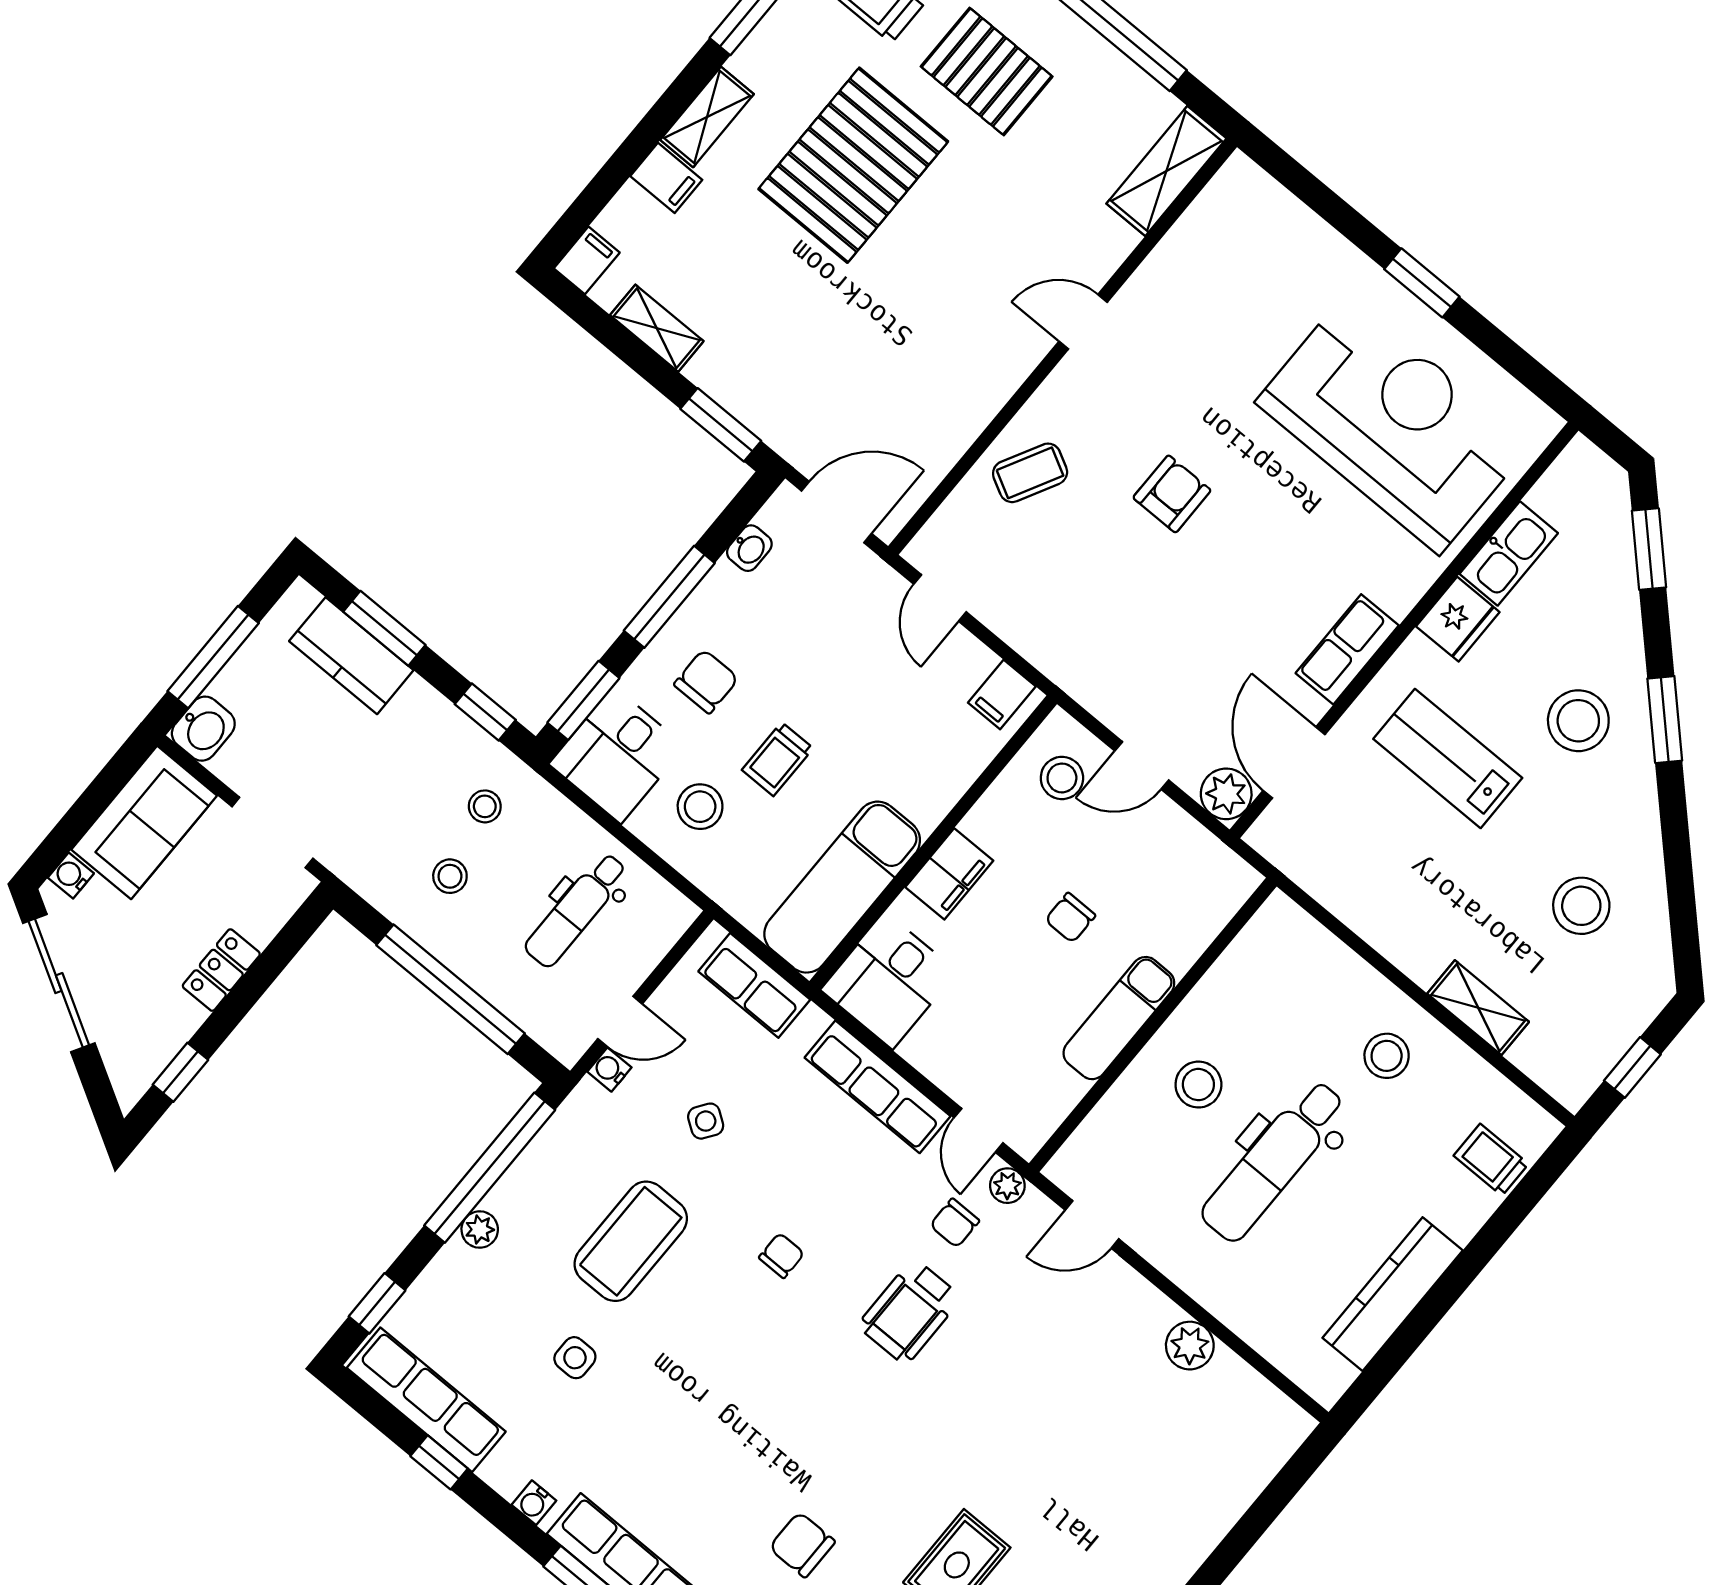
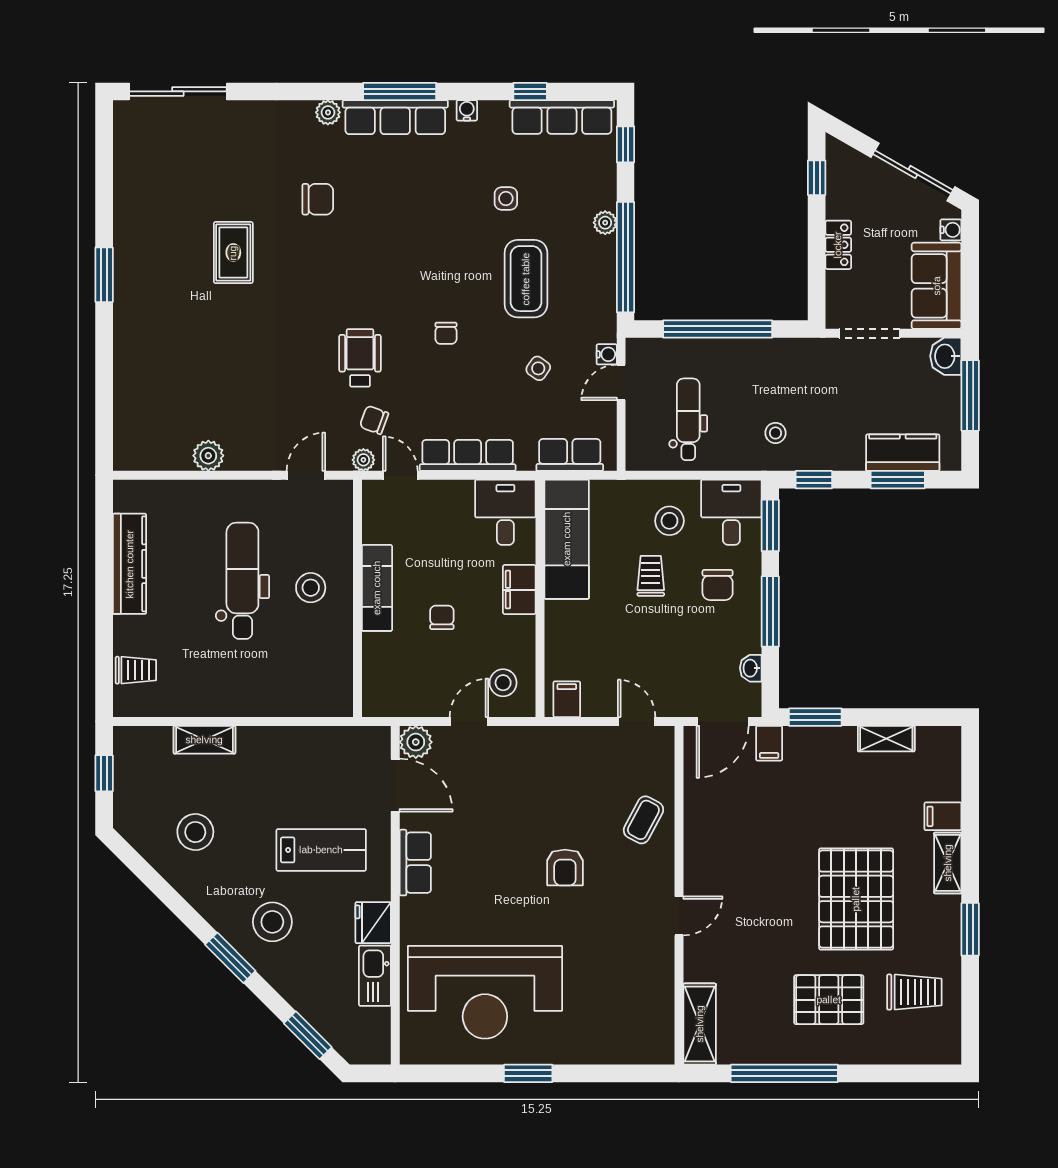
filing cabinet: (587, 260) -> (769, 743), moved
stool: (450, 876) -> (764, 384), removed
stool: (1387, 1056) -> (230, 679), removed
chair: (955, 1223) -> (374, 420), turned -70

